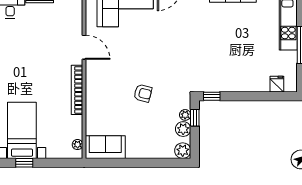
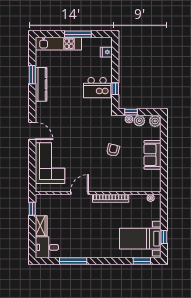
kitchen island: (228, 71) -> (97, 88), added
window: (212, 96) -> (115, 89), moved
sofa: (105, 147) -> (152, 155), moved

